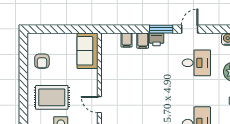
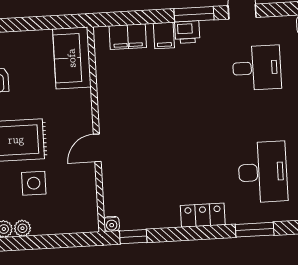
filing cabinet: (127, 40) -> (128, 37), width x2.00
door: (99, 105) -> (97, 148), hinge flipped

